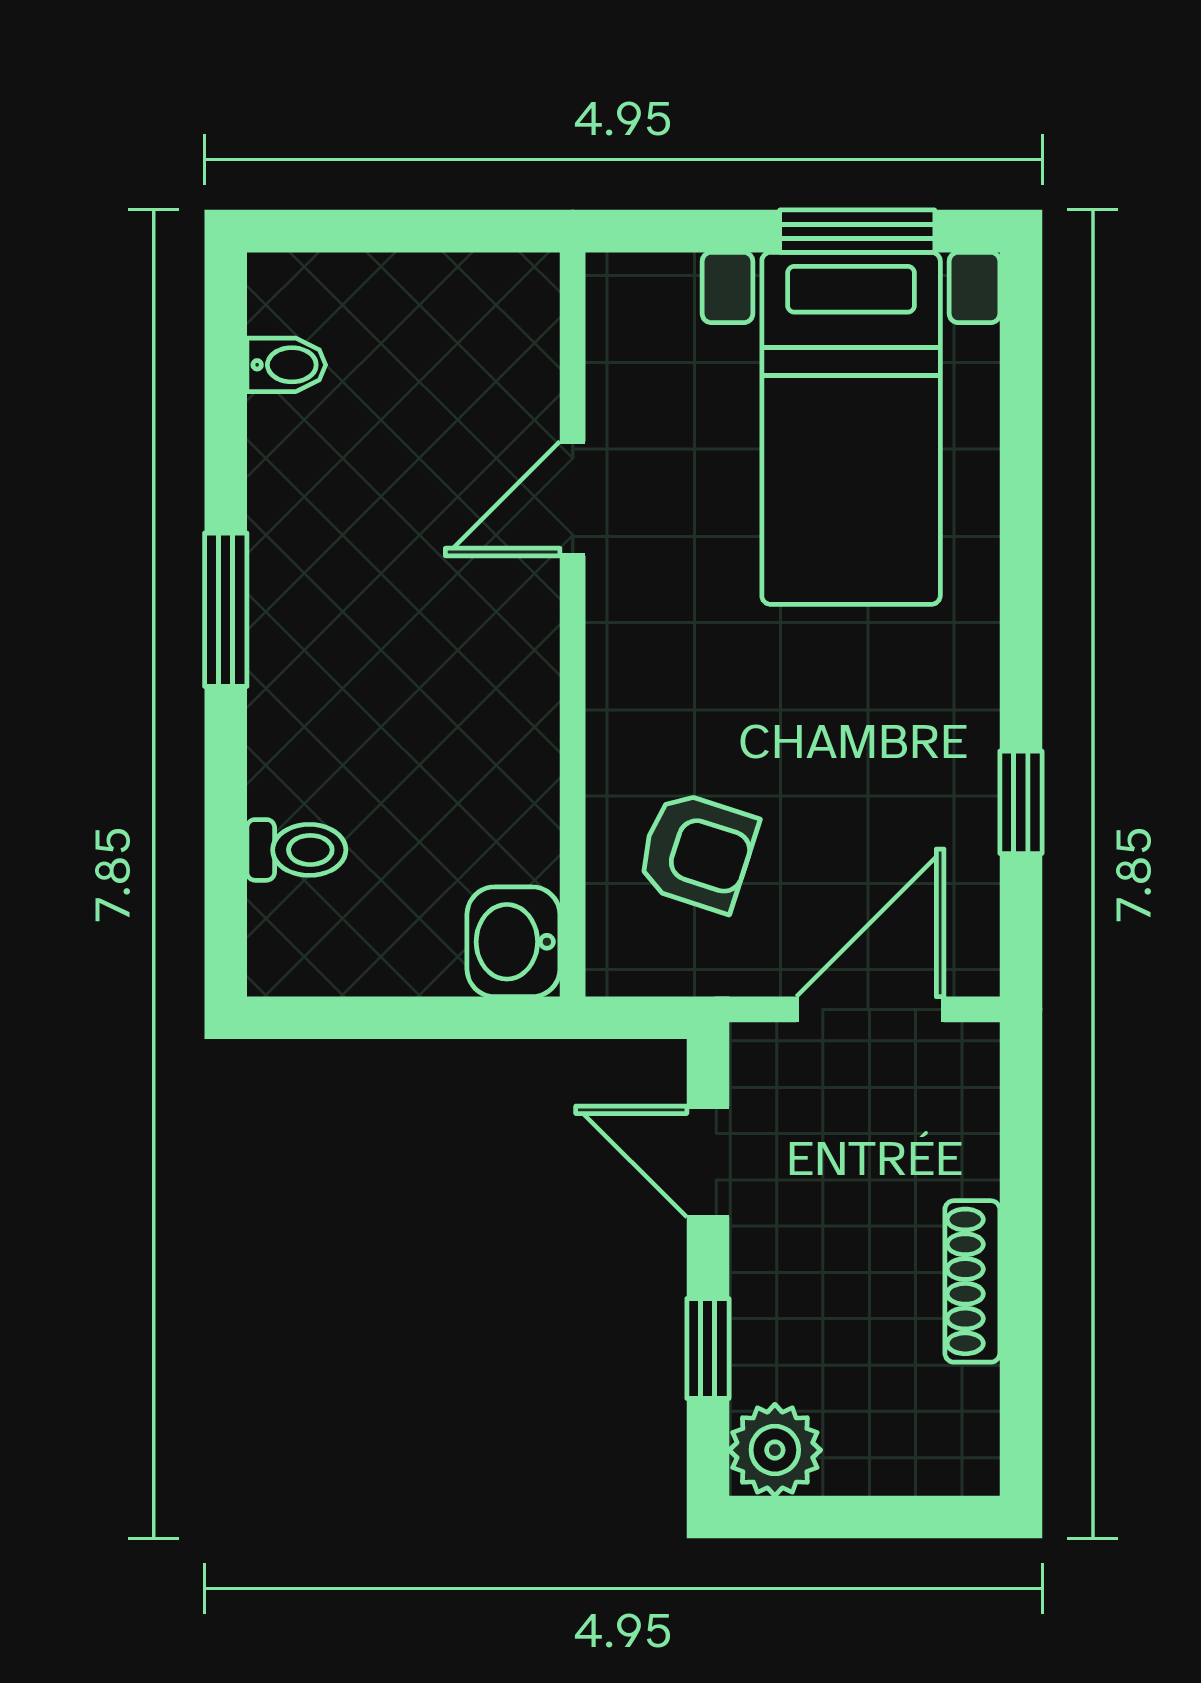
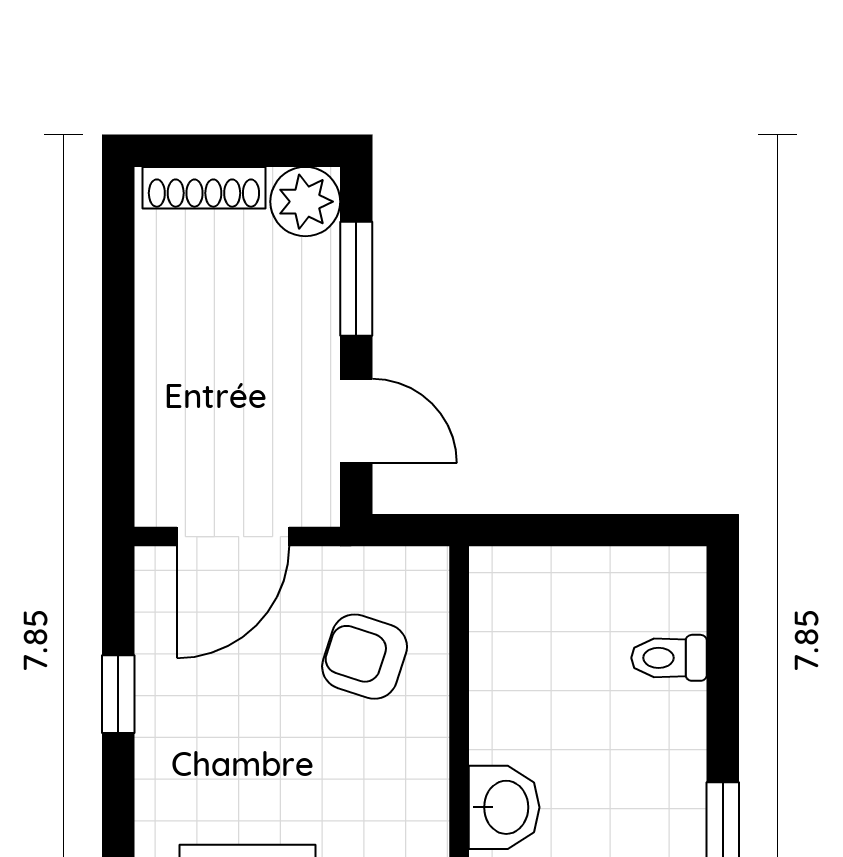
washbasin: (513, 942) -> (504, 807), moved
shoe rack: (972, 1281) -> (204, 188), moved, turned 90
window: (708, 1349) -> (356, 279), width x1.50

